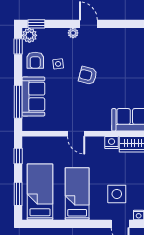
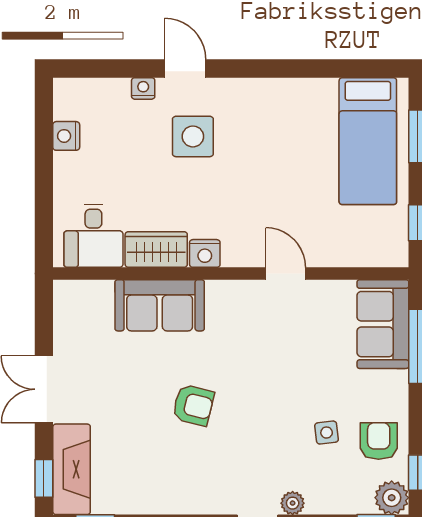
armchair: (88, 75) -> (193, 405), moved
sofa: (33, 96) -> (383, 324), moved
bed: (77, 194) -> (283, 137), removed

